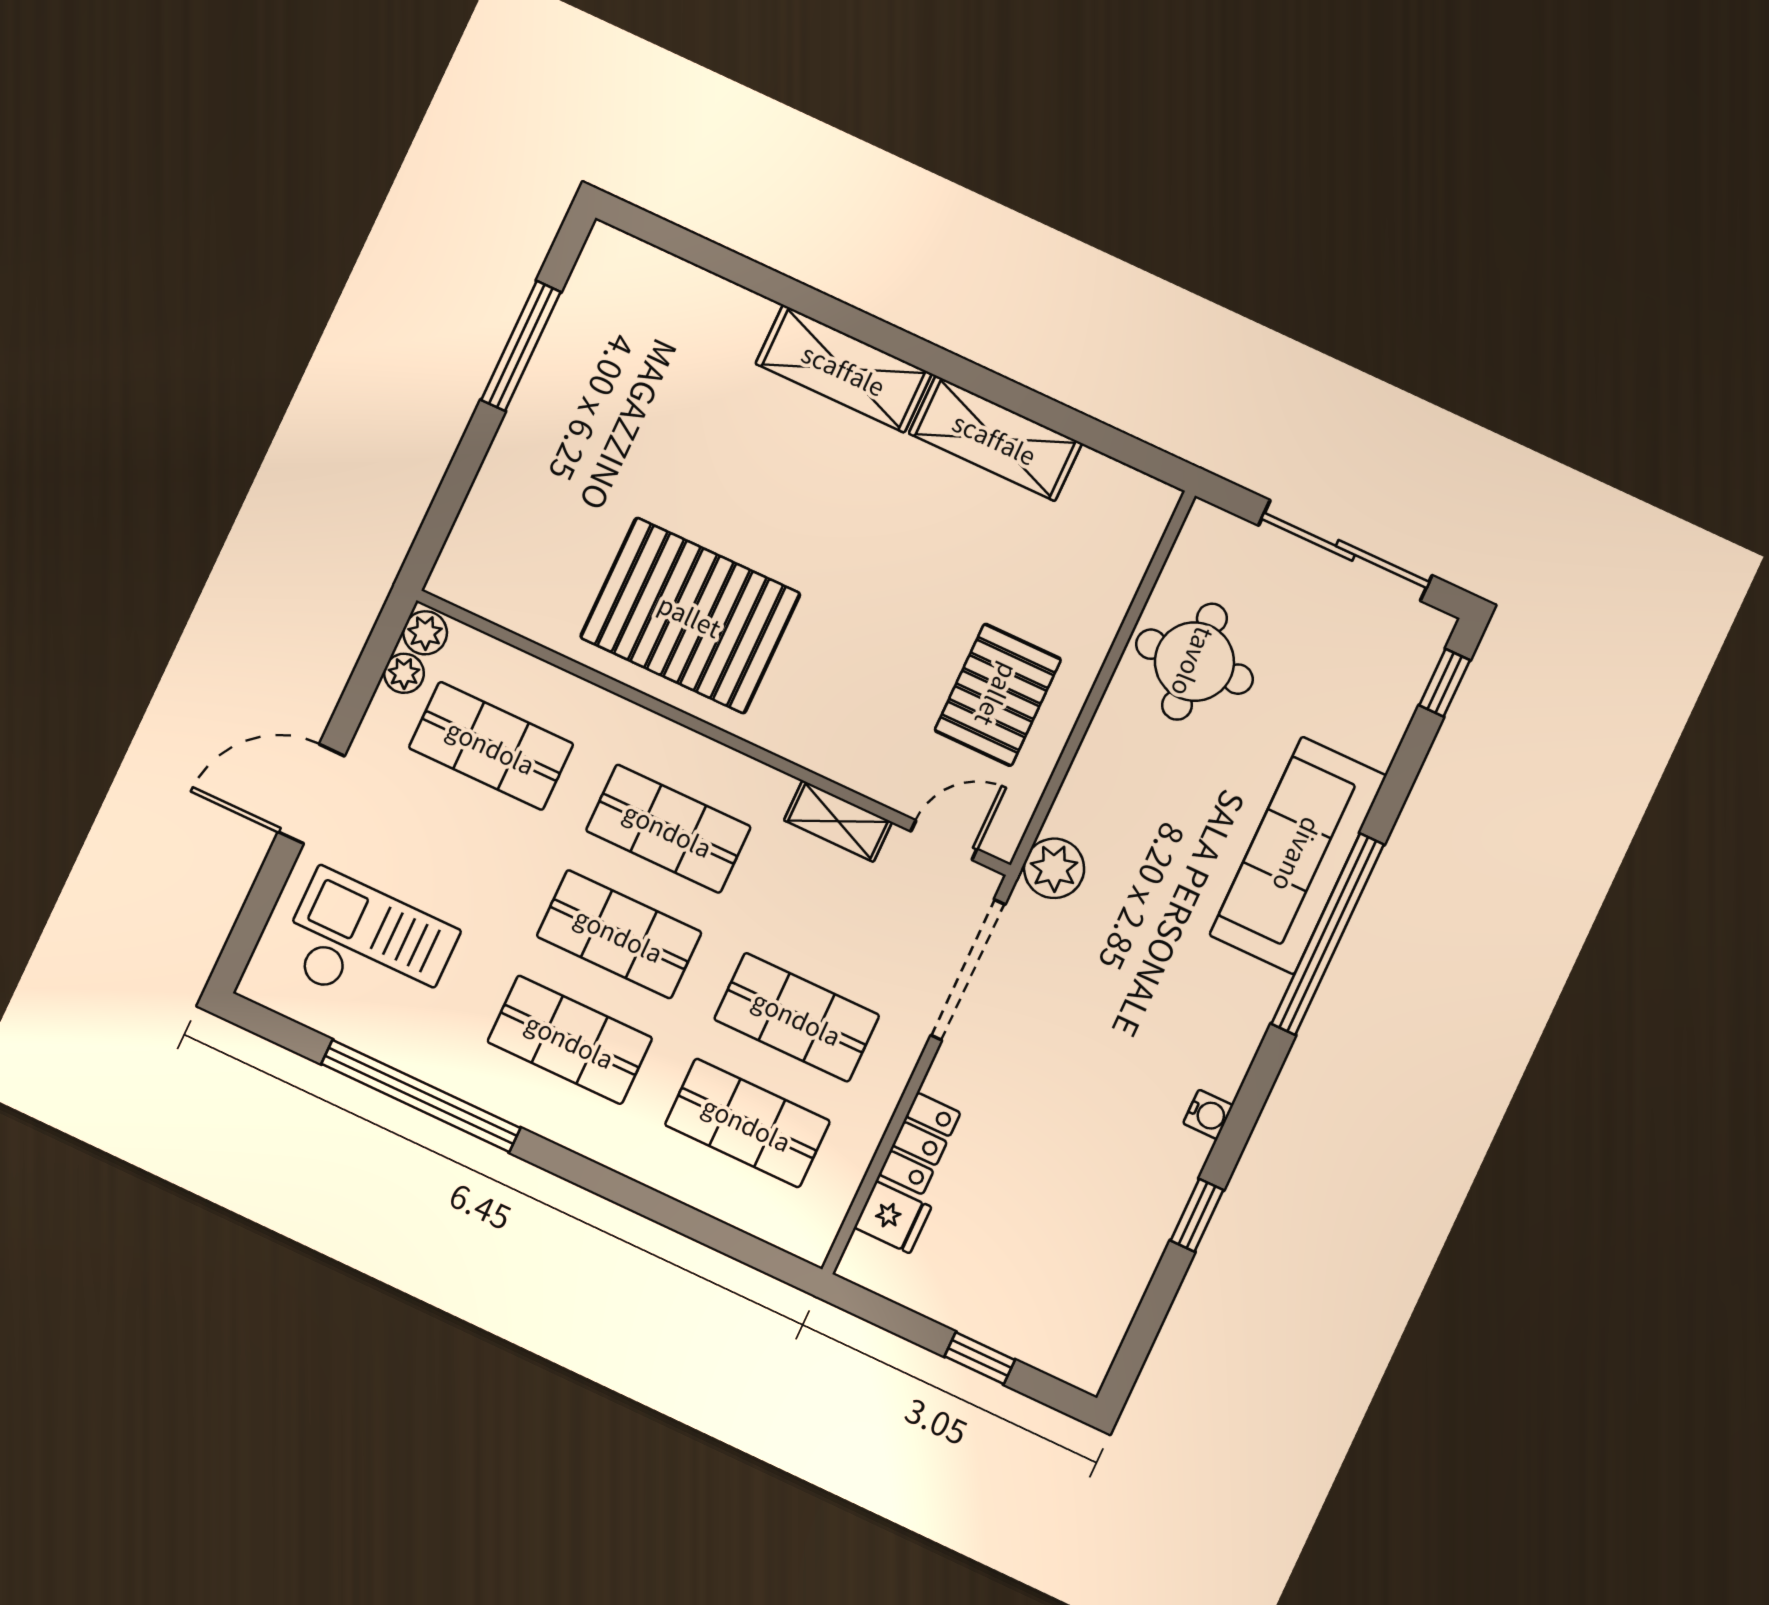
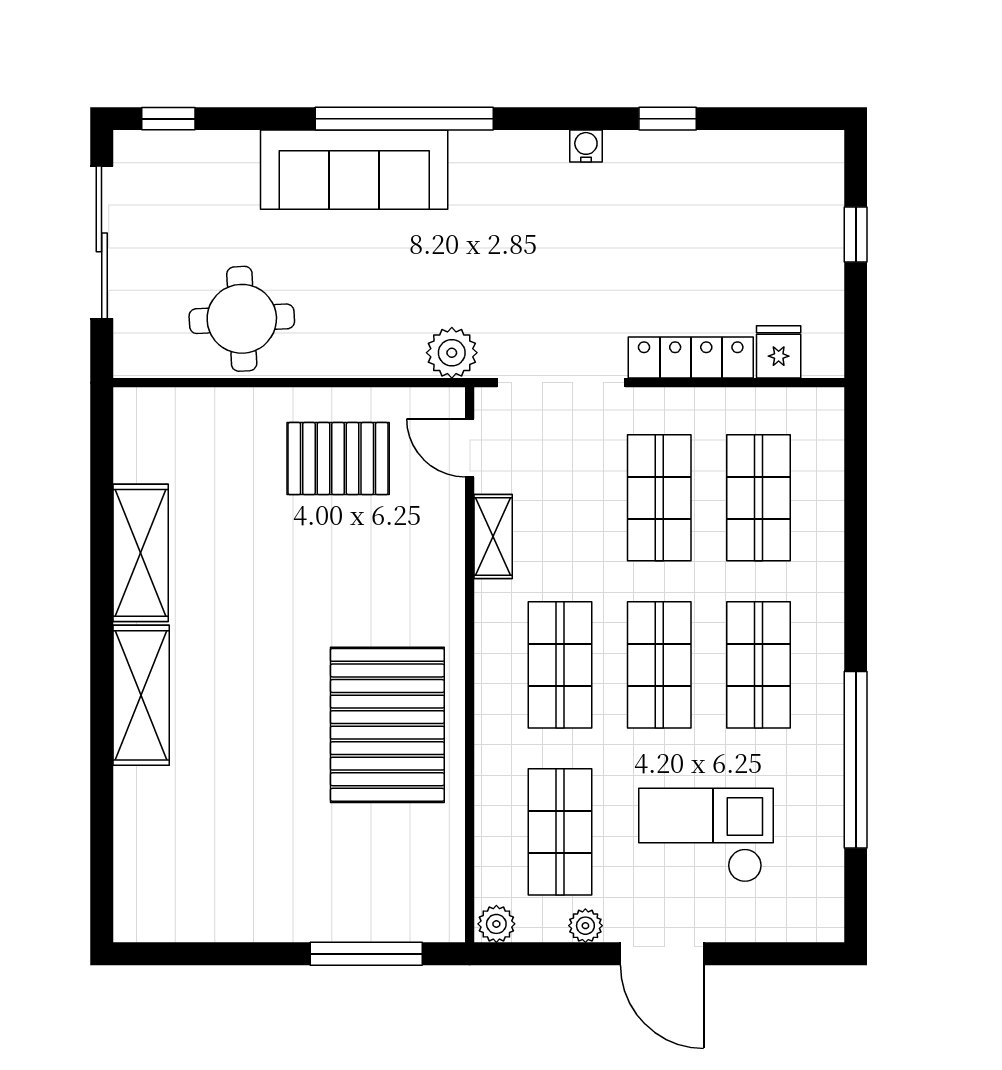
window: (521, 346) -> (366, 954), moved
plant: (404, 673) -> (585, 926), moved
checkout: (367, 947) -> (706, 835), moved, turned 90
locker: (920, 1143) -> (691, 358), width x1.53

